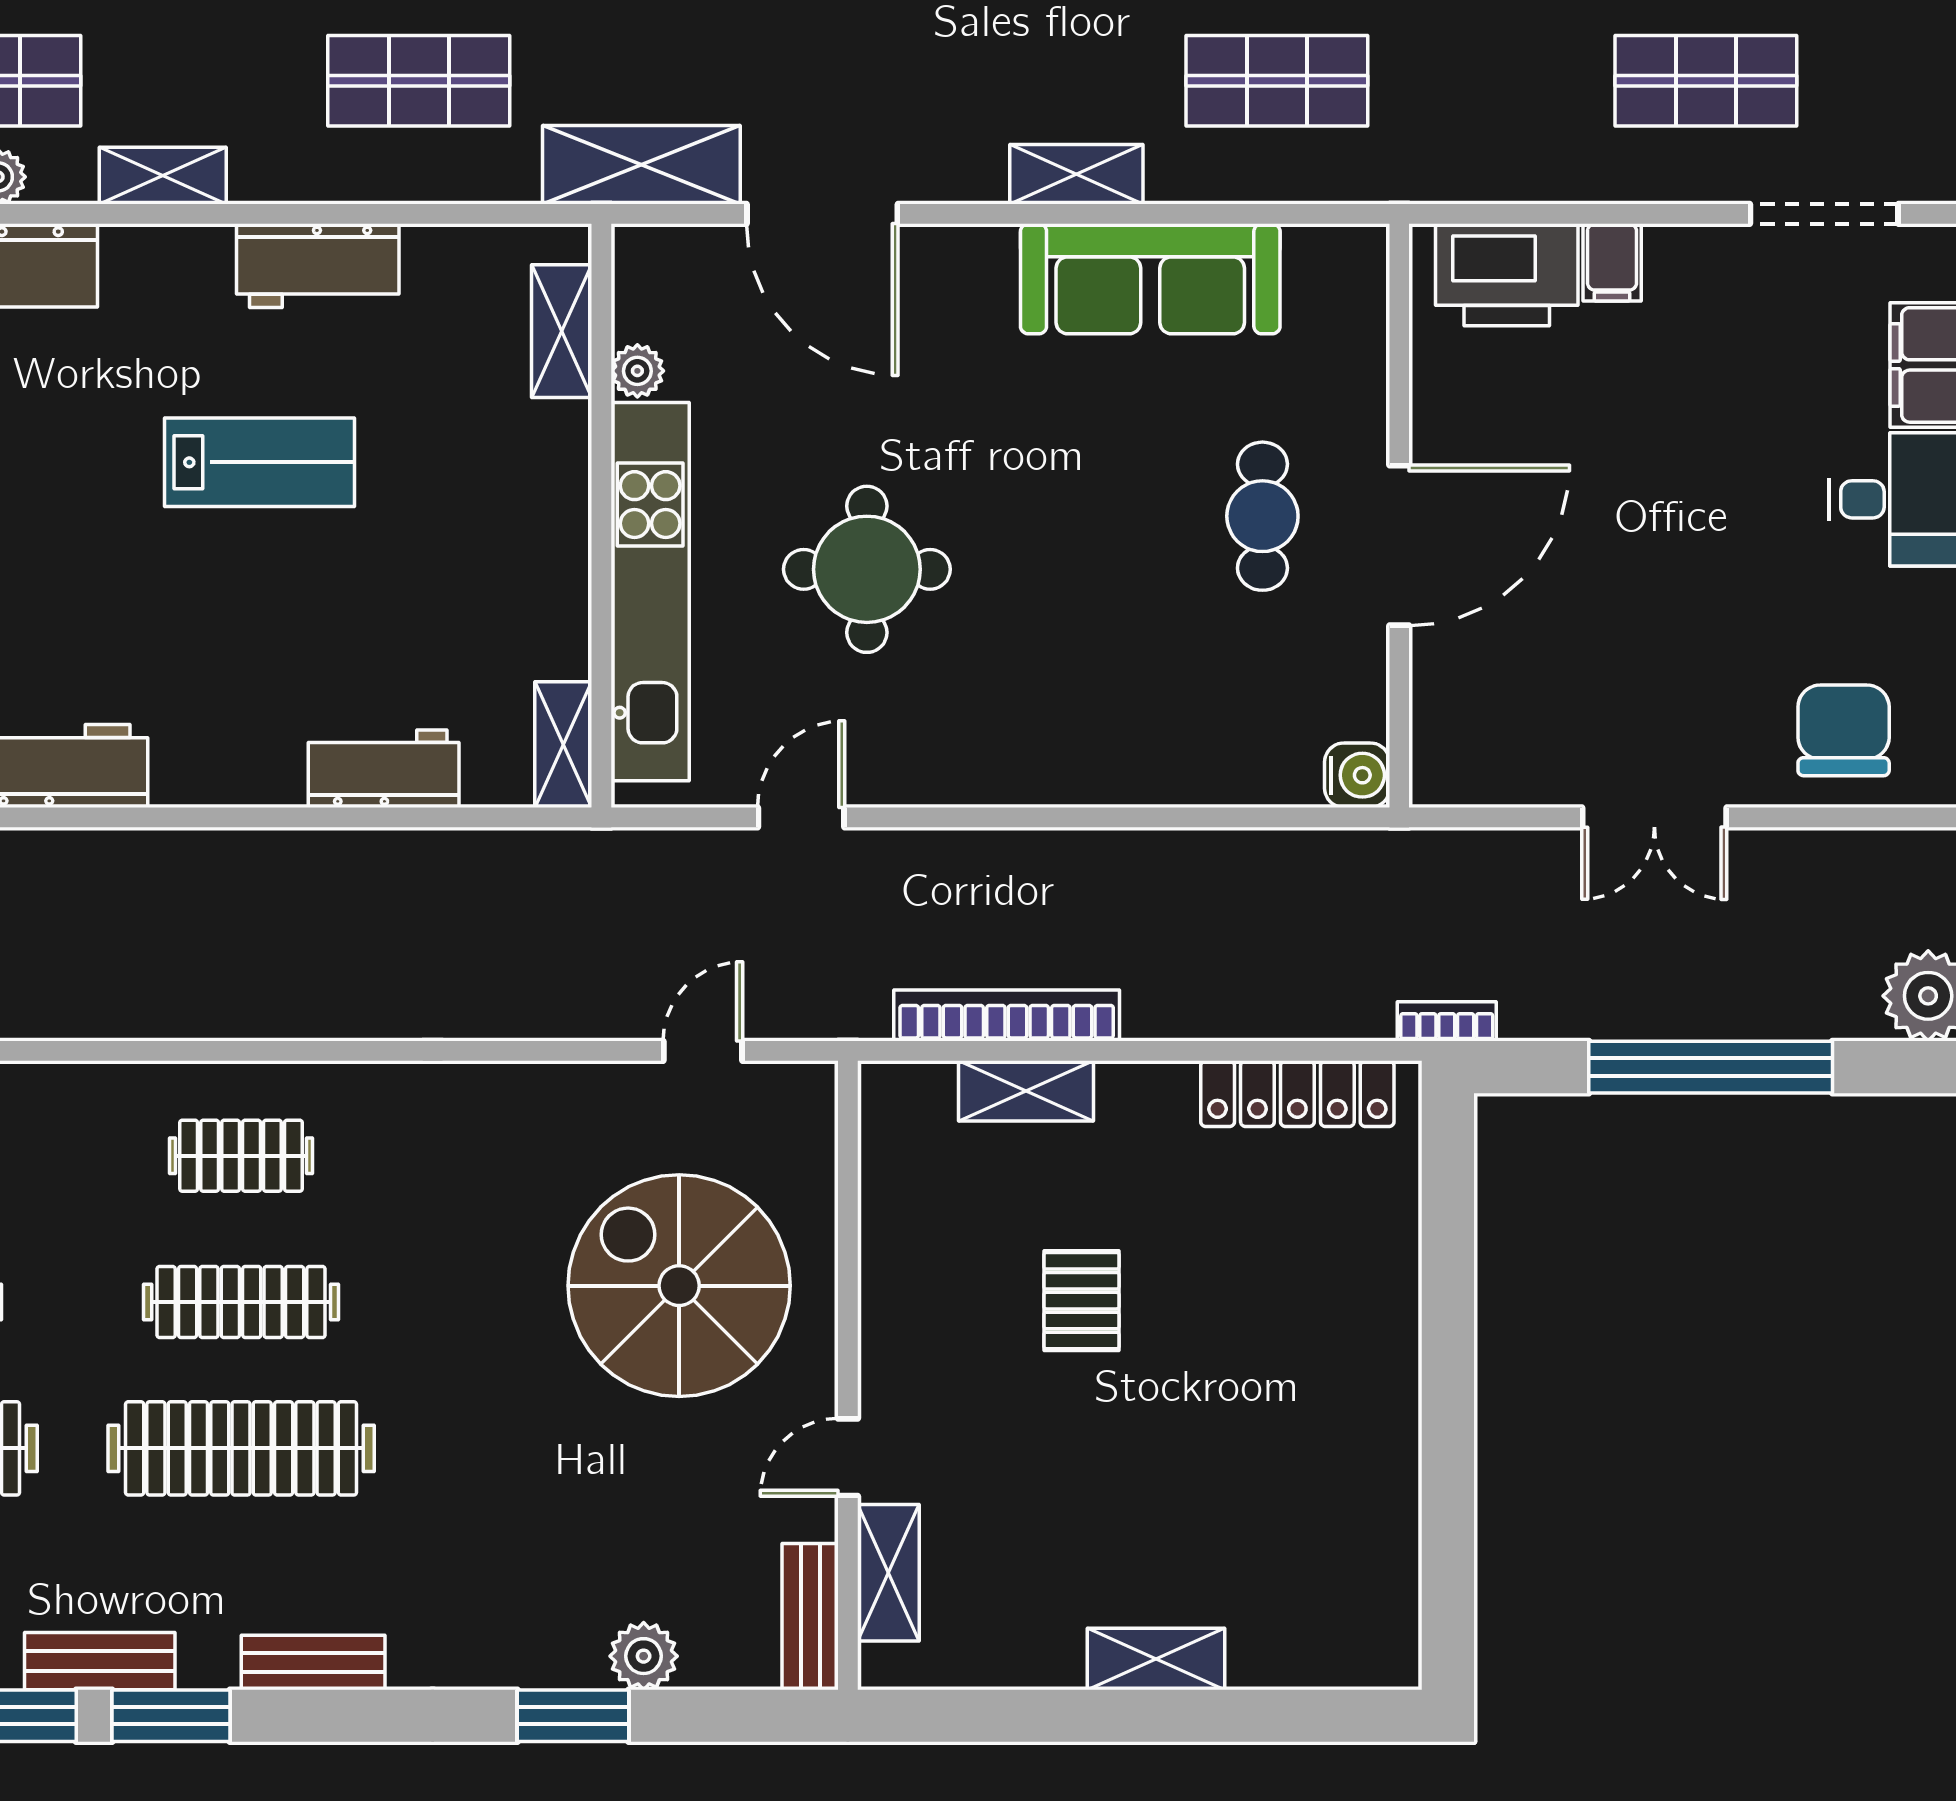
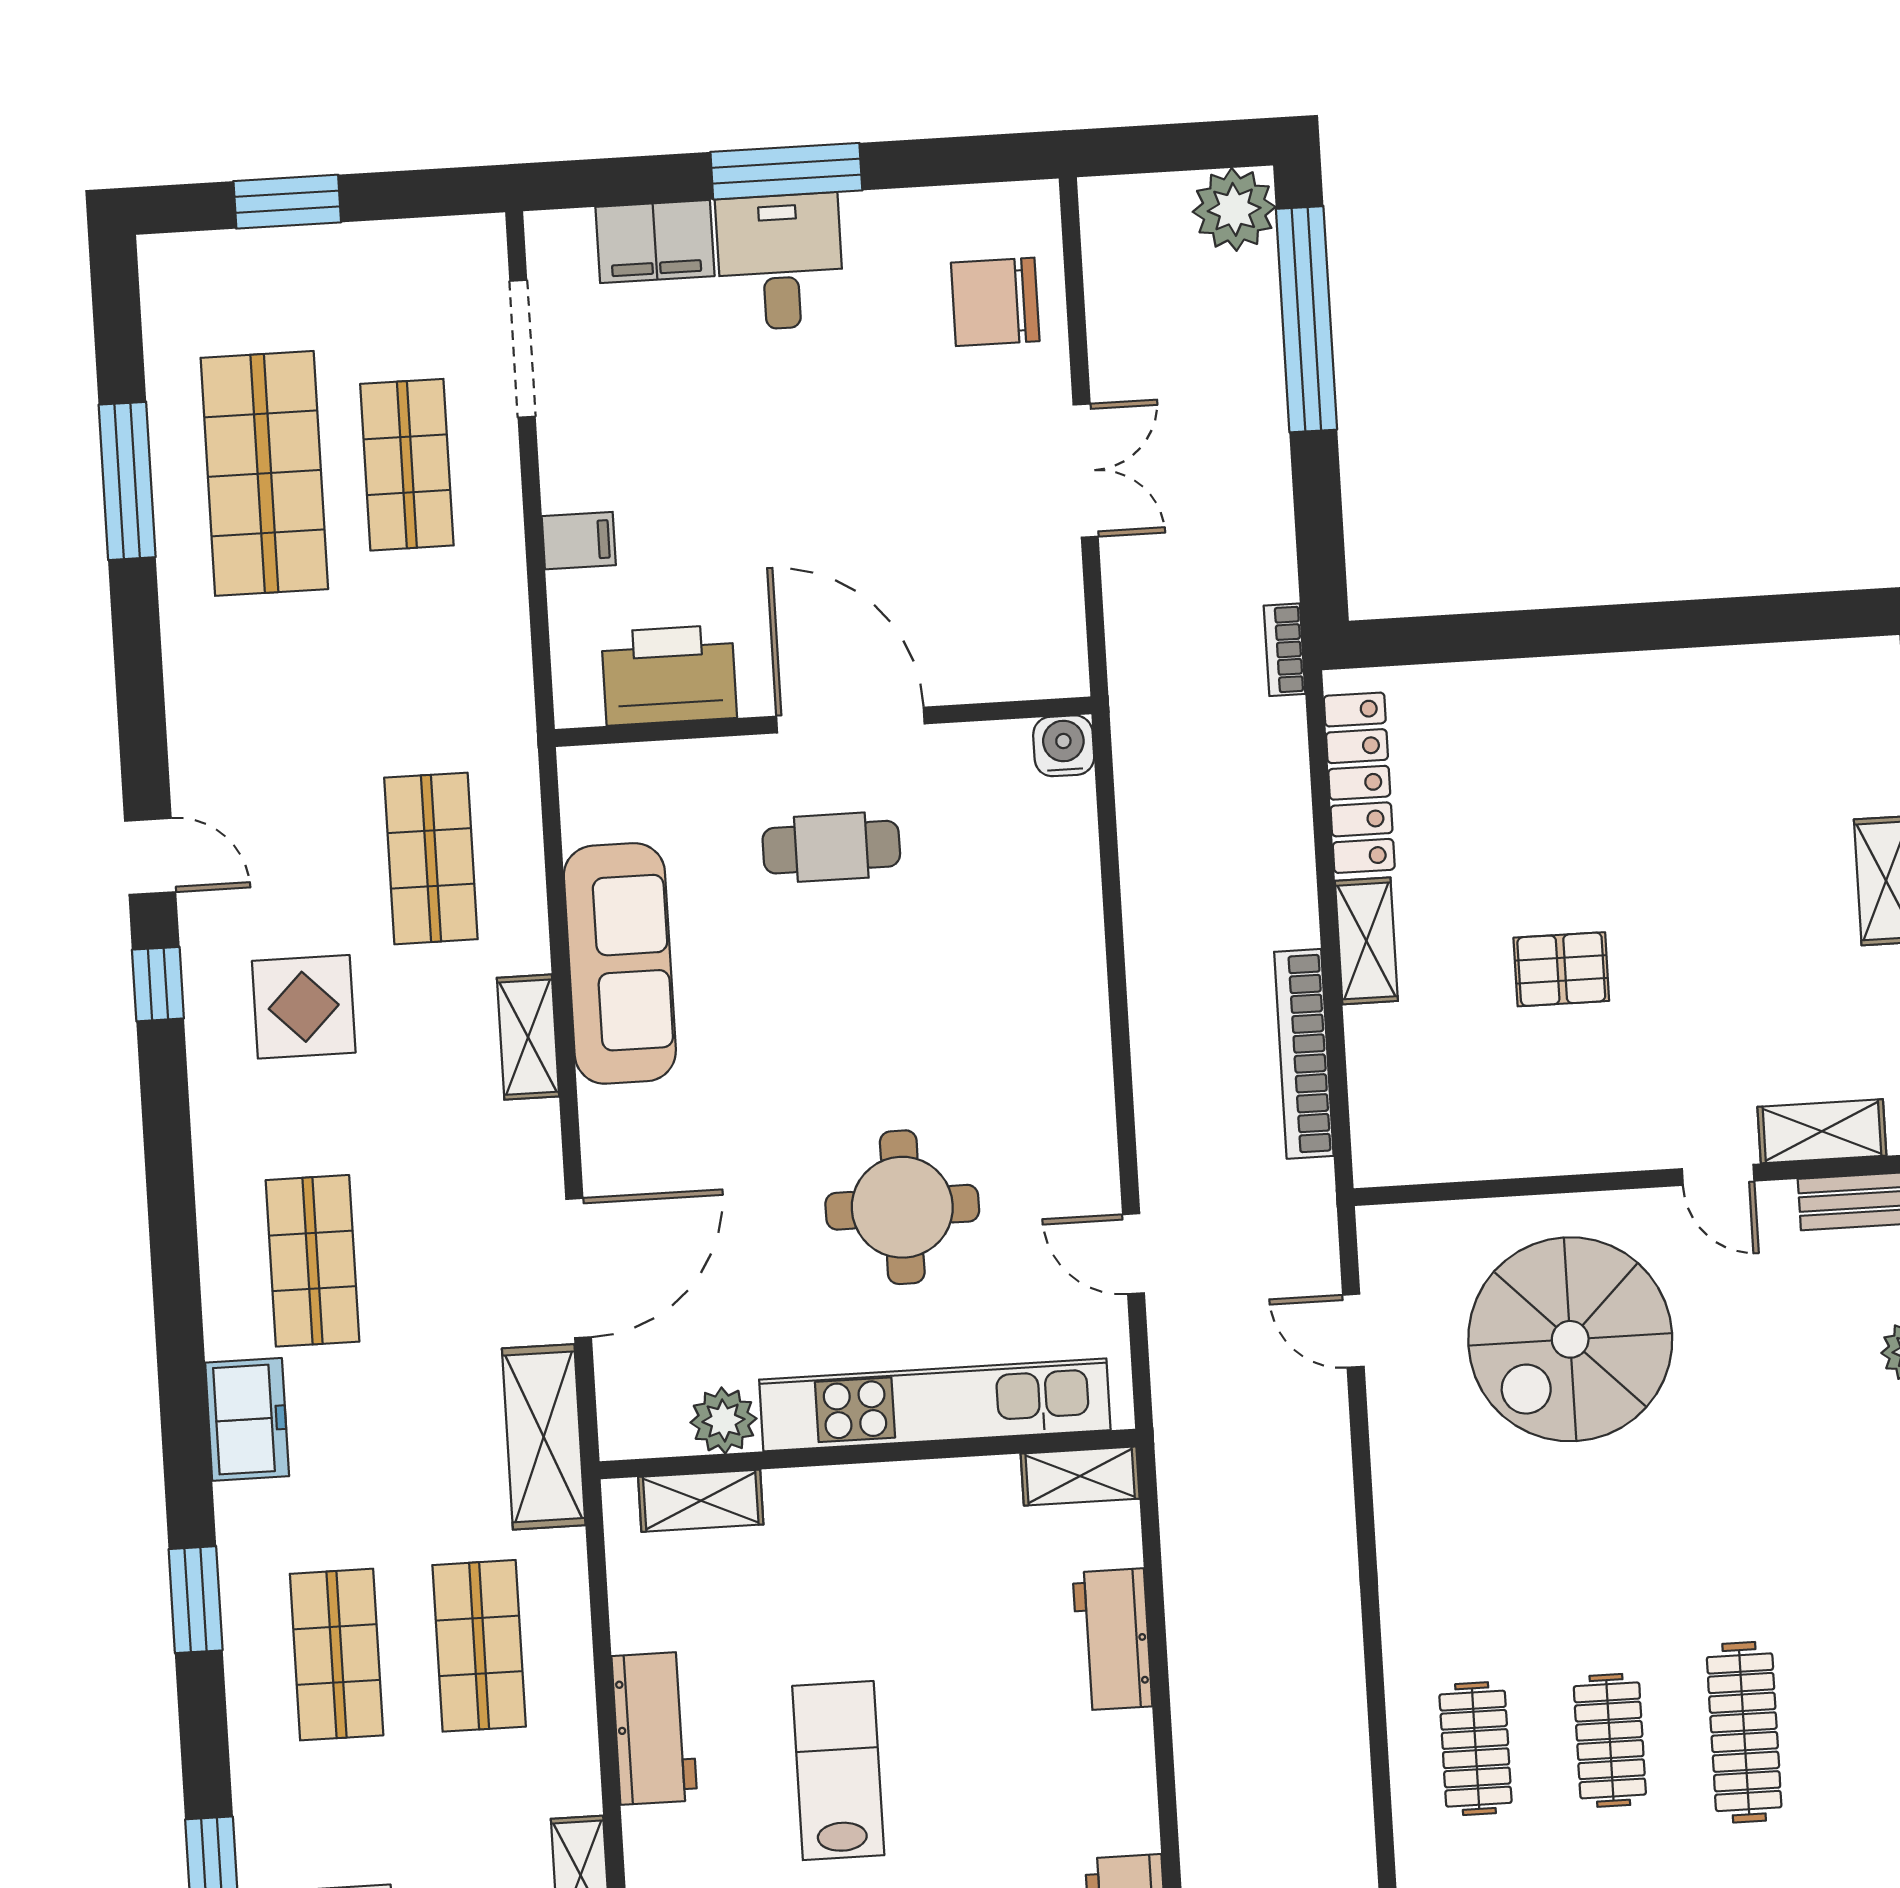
printer: (1507, 275) -> (669, 675), moved, turned -90
plant: (637, 371) -> (723, 1420), width x1.38, depth x1.38
window: (1711, 1067) -> (1306, 319), moved
shelving: (1026, 1091) -> (1366, 941), moved
clothes rail: (241, 1302) -> (1610, 1740), width x0.73
clothes rail: (241, 1448) -> (1744, 1732), width x0.73, depth x0.76

